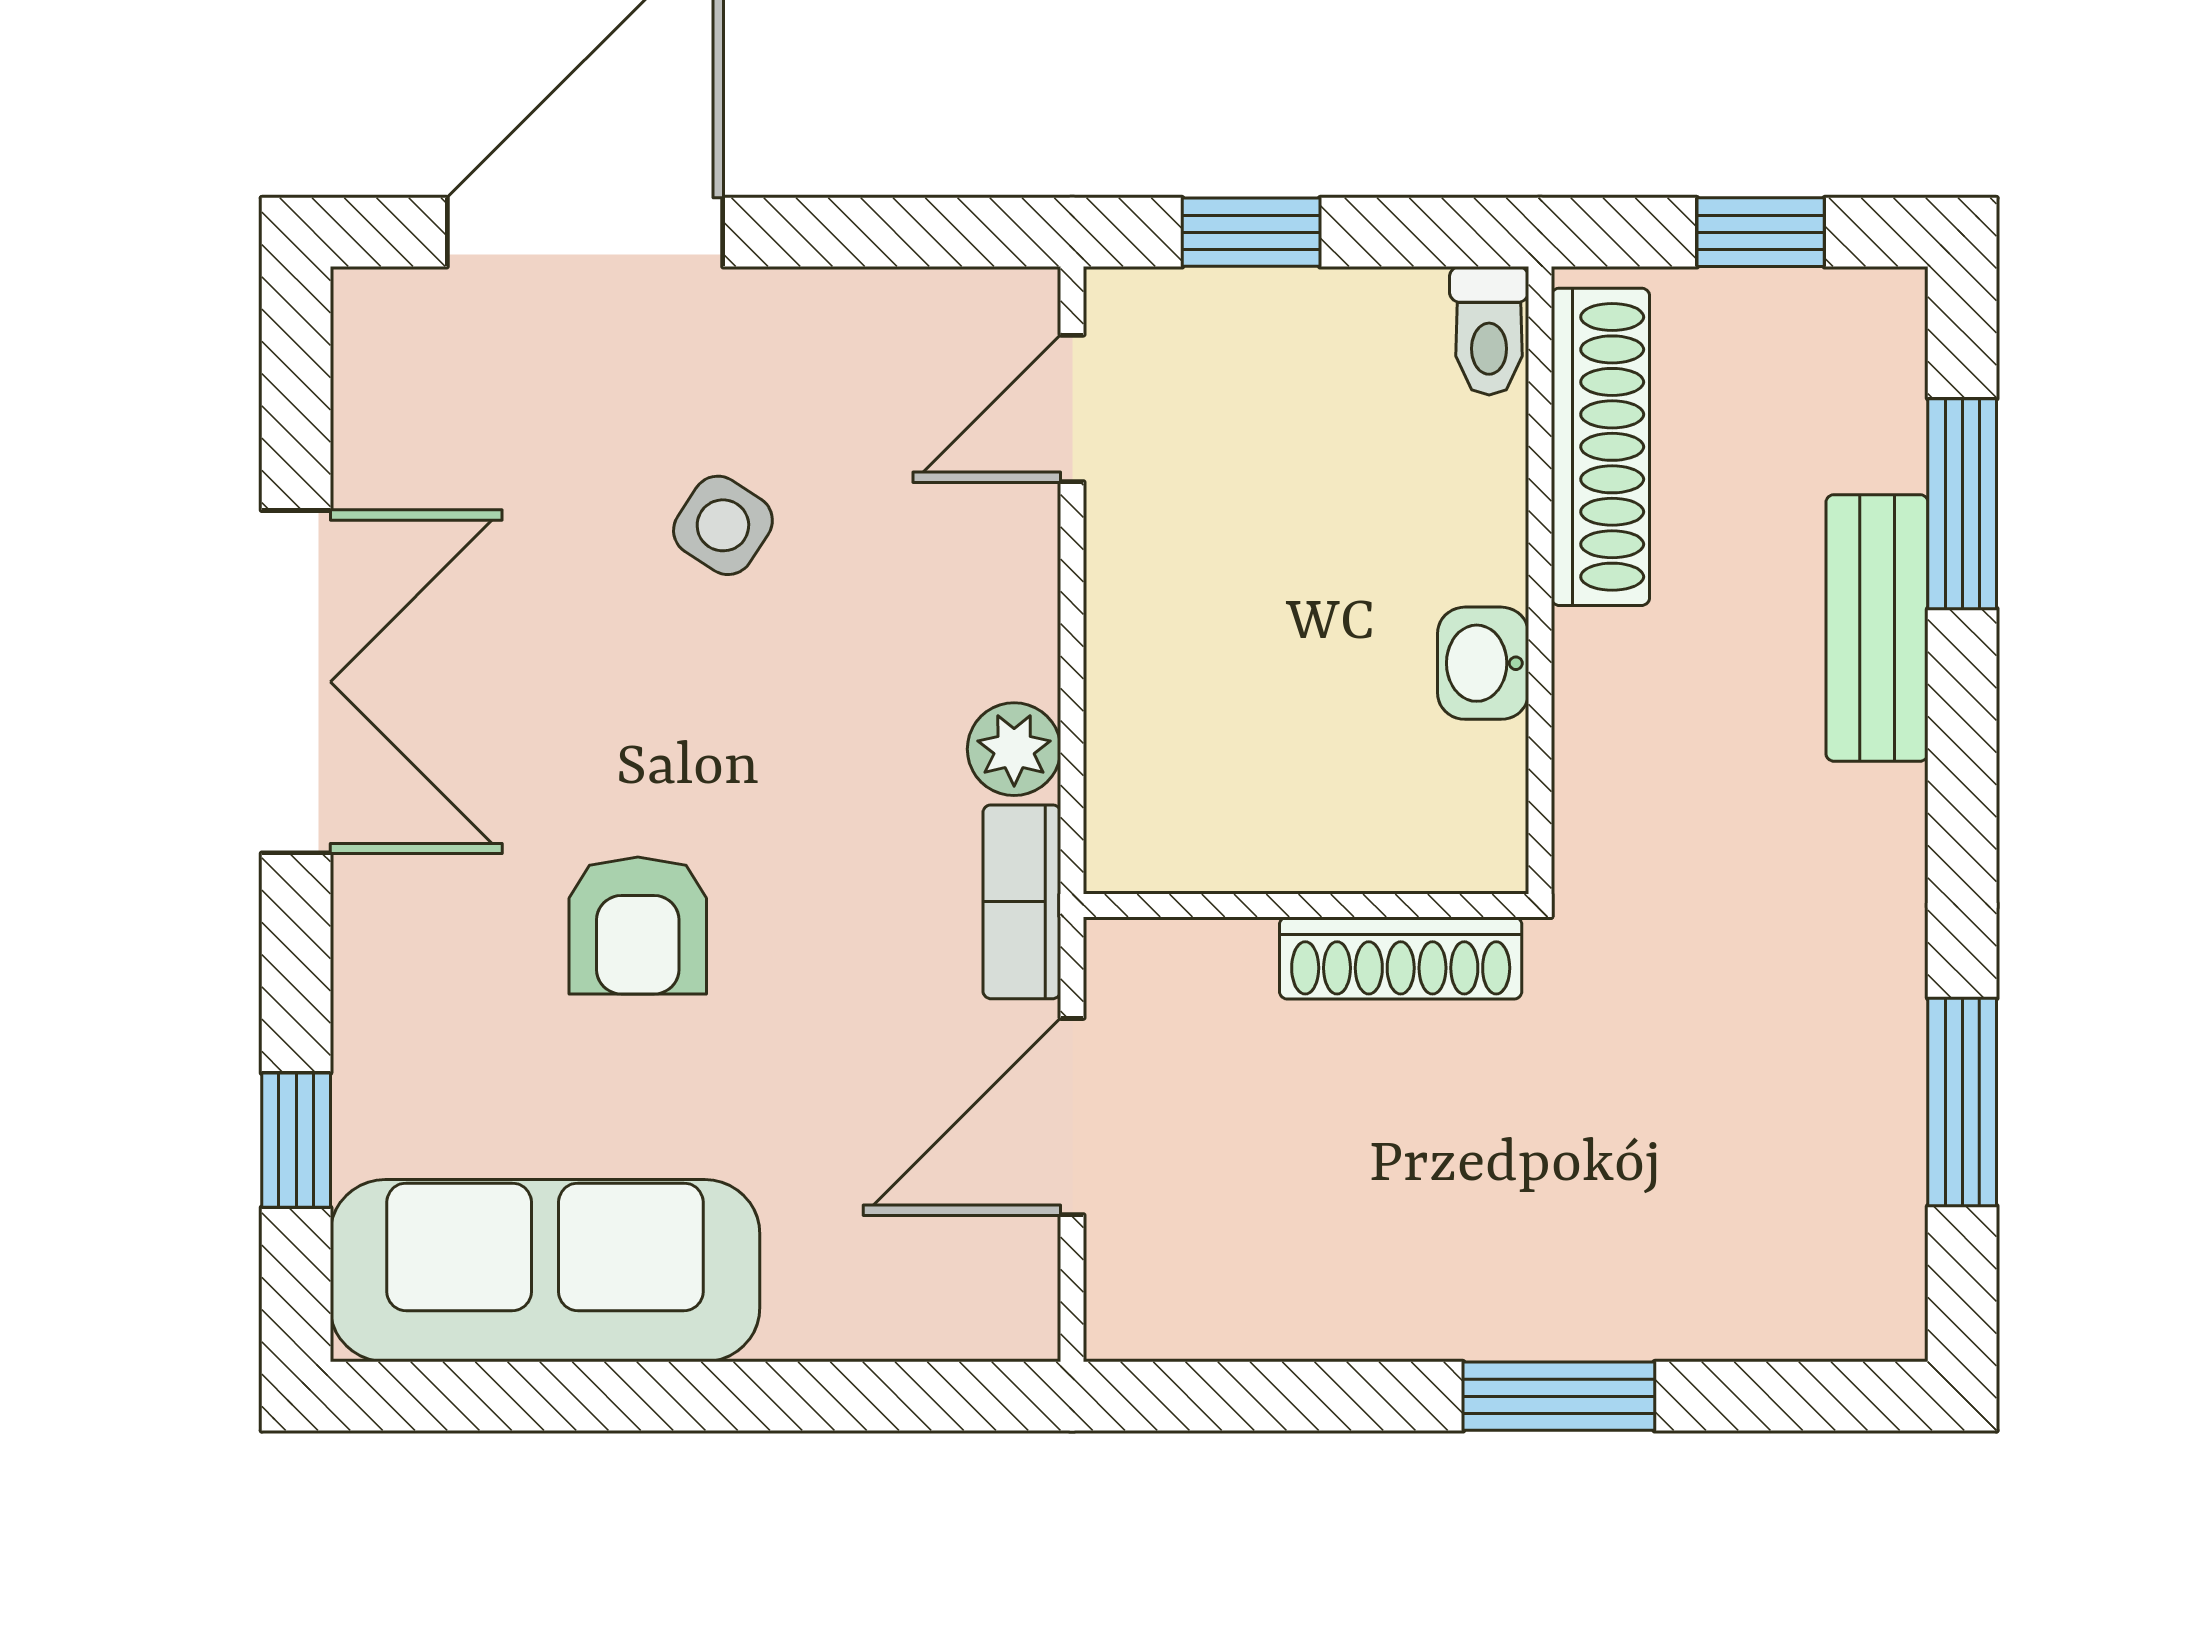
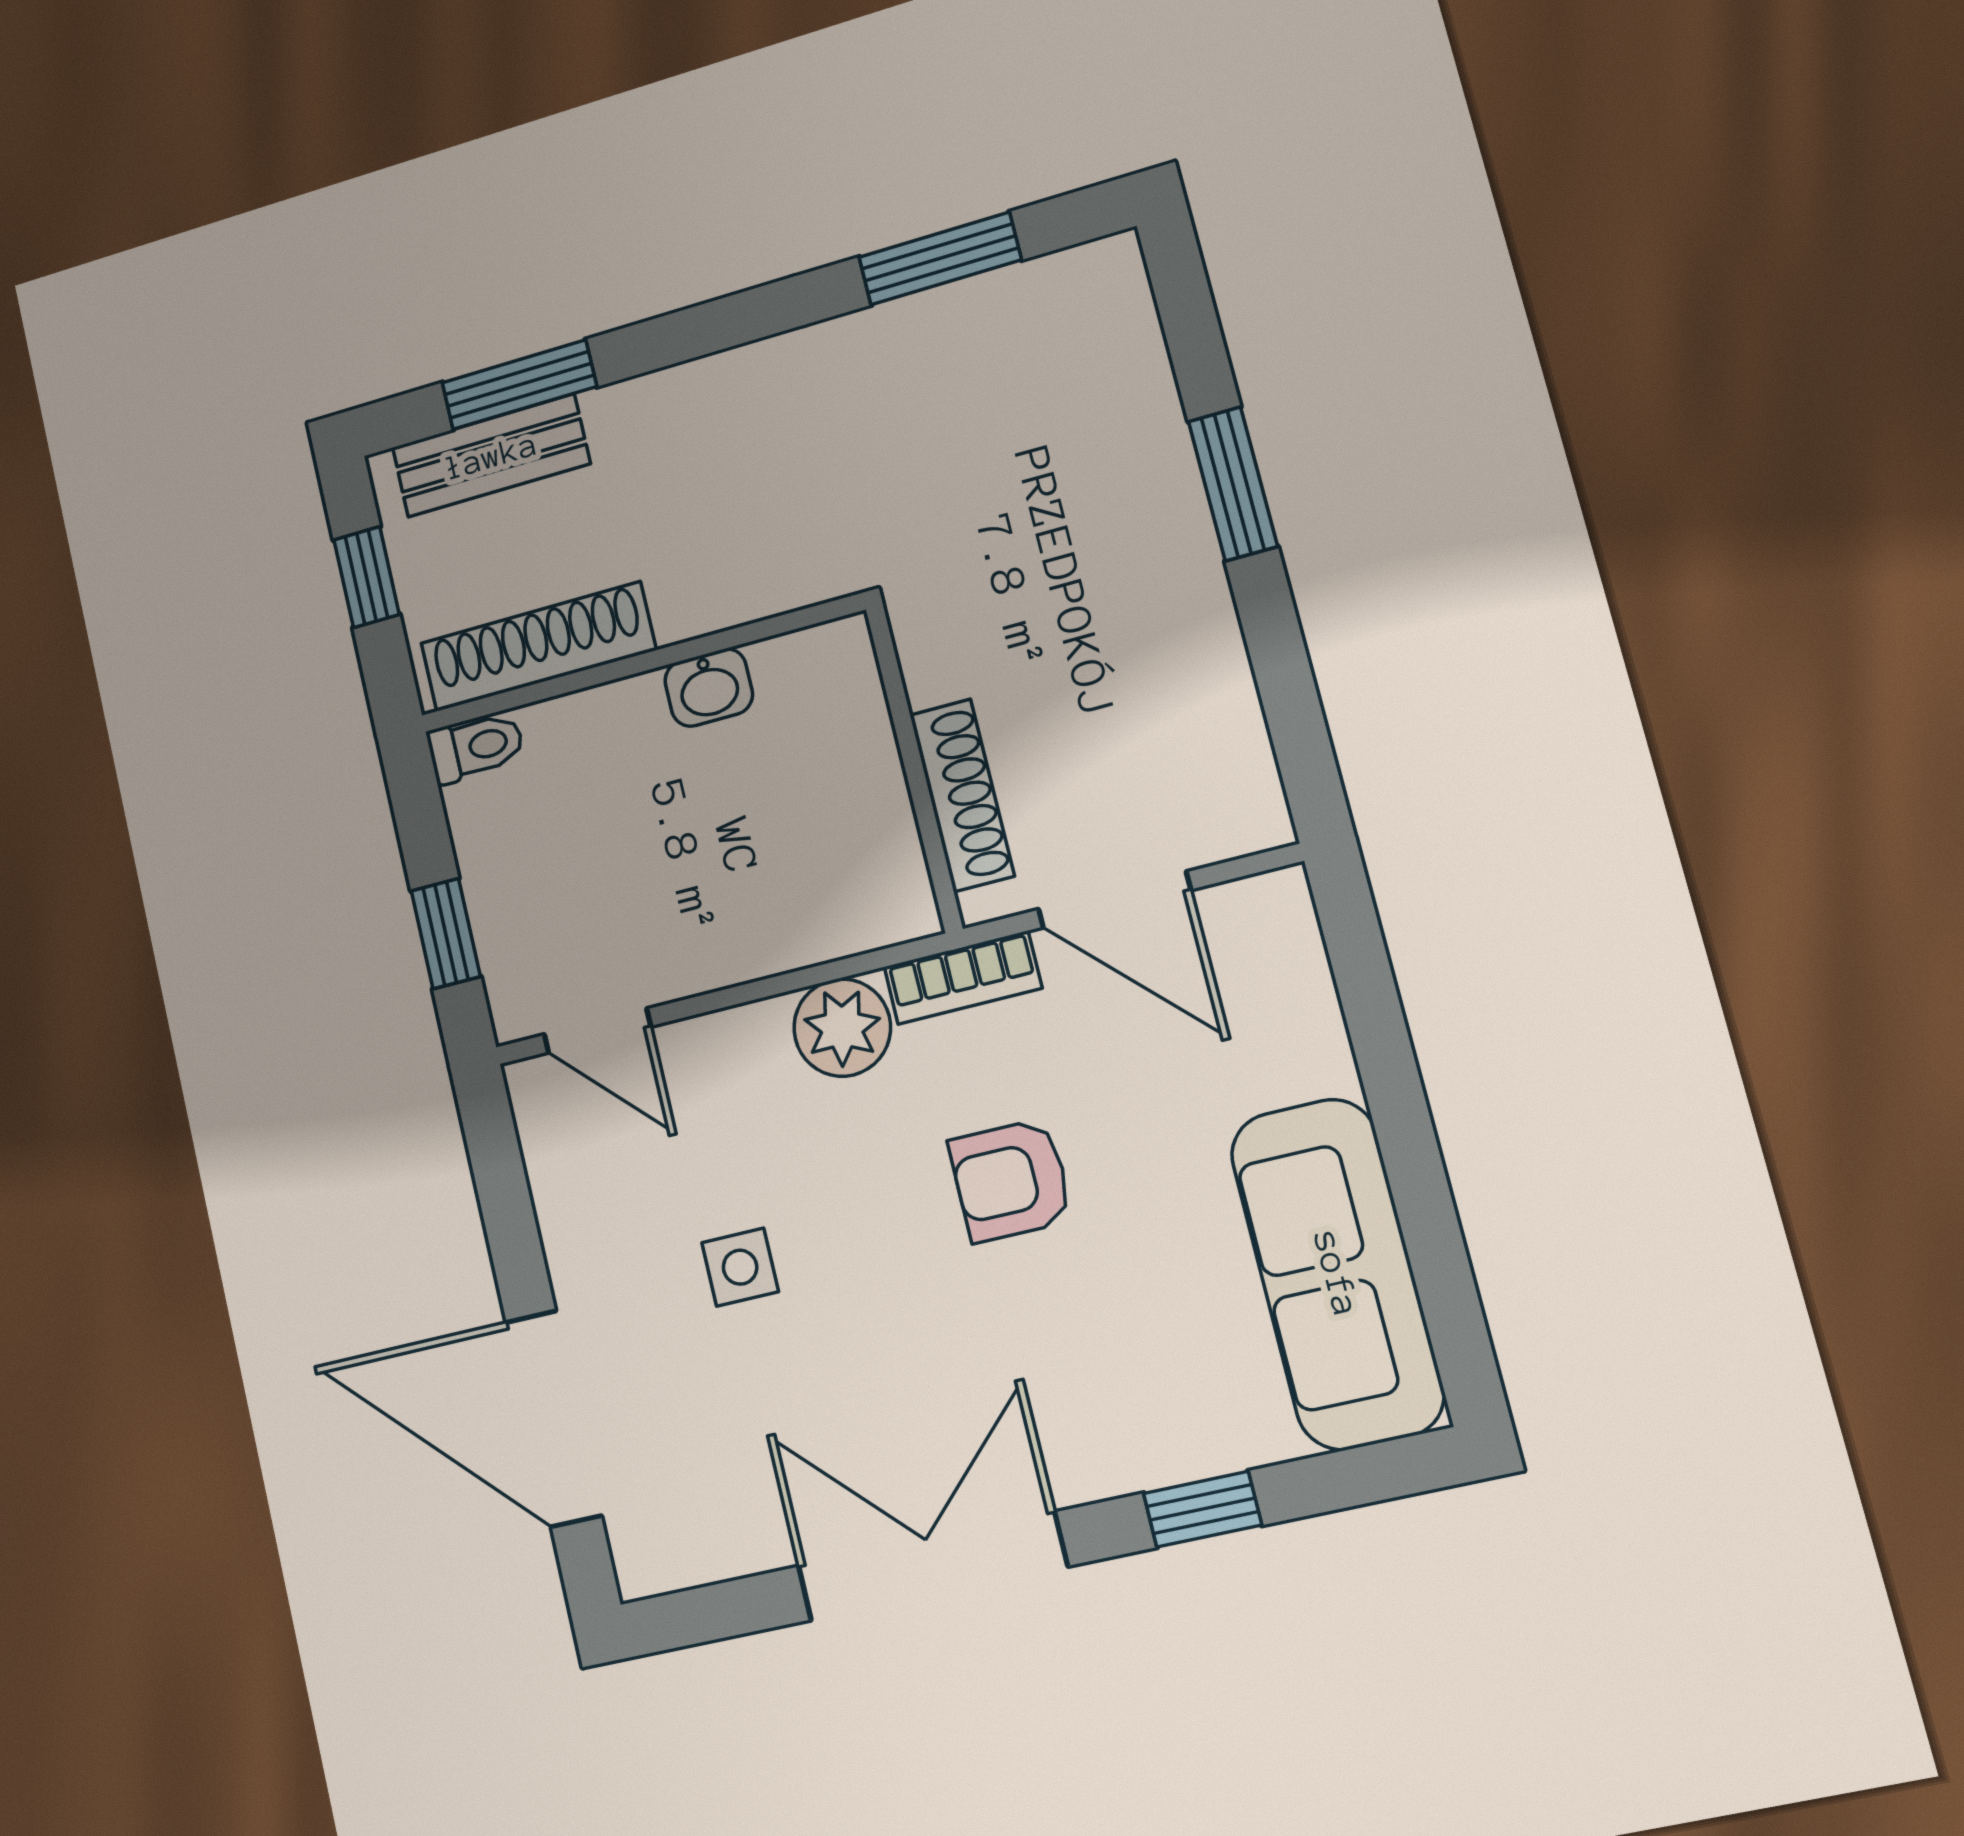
side table: (723, 525) -> (740, 1267), turned -33
bench: (1877, 628) -> (491, 456), moved
plant: (1014, 749) -> (842, 1028), width x1.38, depth x1.38
armchair: (638, 926) -> (1011, 1180), moved, turned 180
shoe rack: (1401, 958) -> (962, 795), moved
window: (296, 1140) -> (1203, 1509), moved

